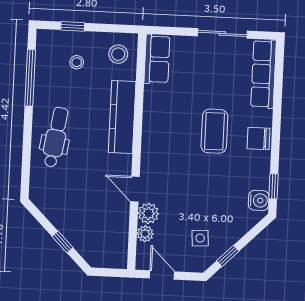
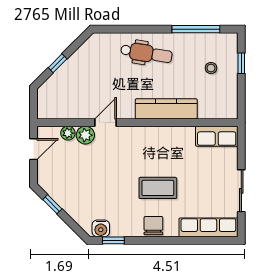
stool: (118, 54) -> (220, 103), removed
side table: (200, 238) -> (66, 180), removed

